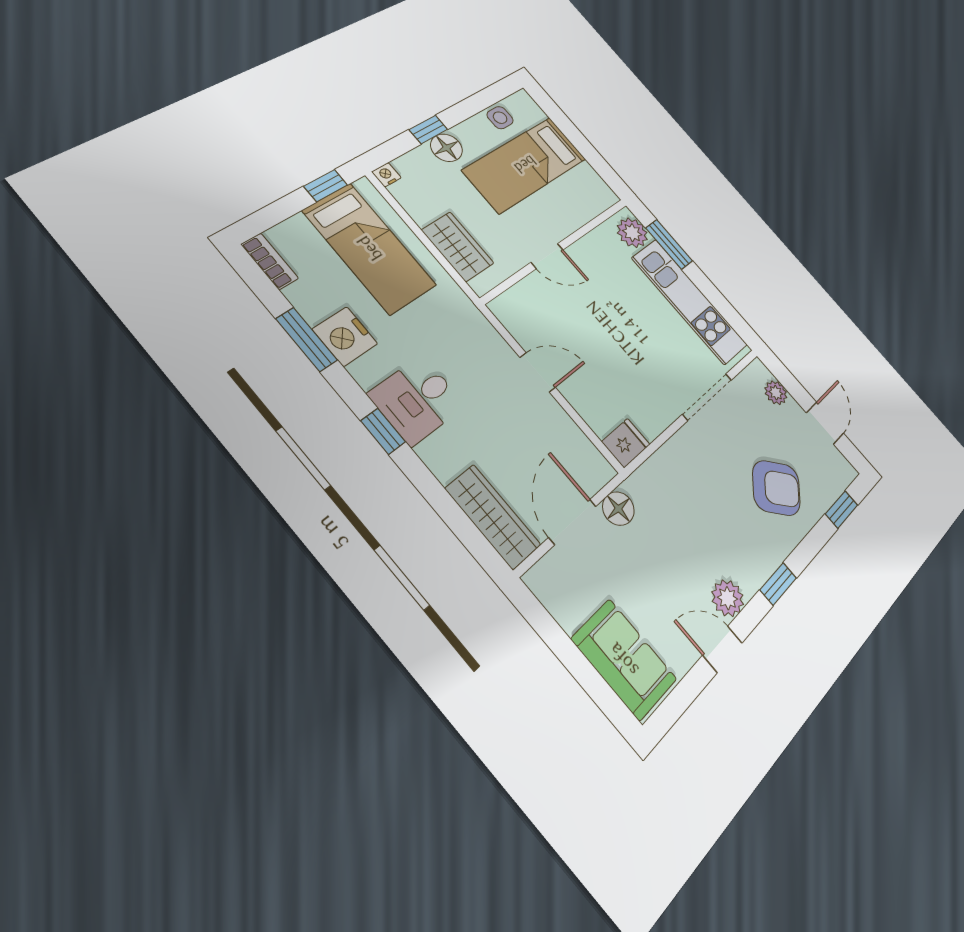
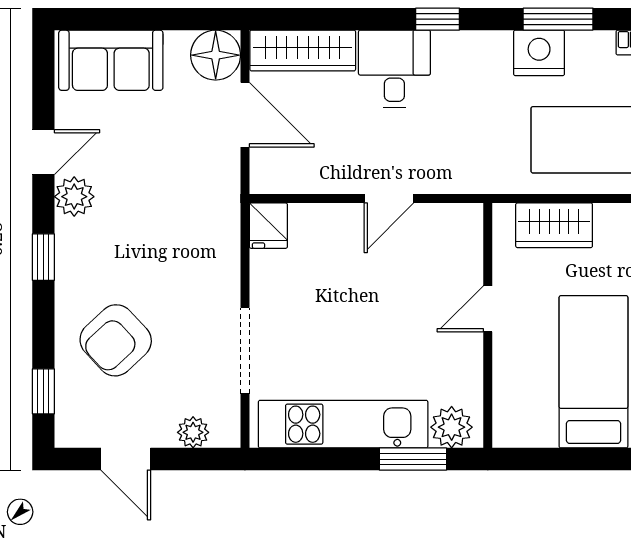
desk: (417, 400) -> (394, 69), moved
floor lamp: (618, 509) -> (216, 55), moved, width x1.38, depth x1.38

